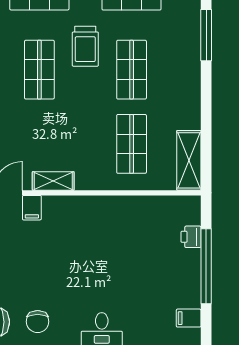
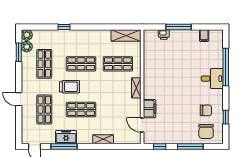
window: (206, 35) -> (64, 27), width x0.46
shelving: (53, 181) -> (136, 88), moved
filing cabinet: (32, 208) -> (149, 109), width x2.00
window: (206, 266) -> (178, 27), width x0.68

